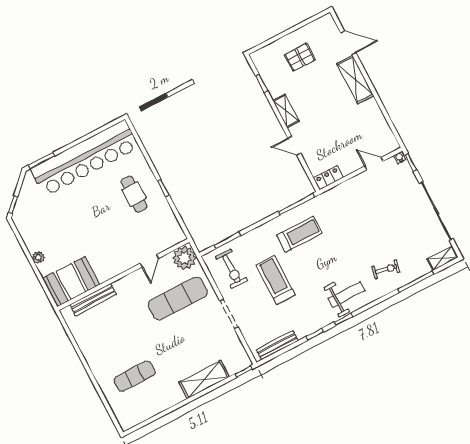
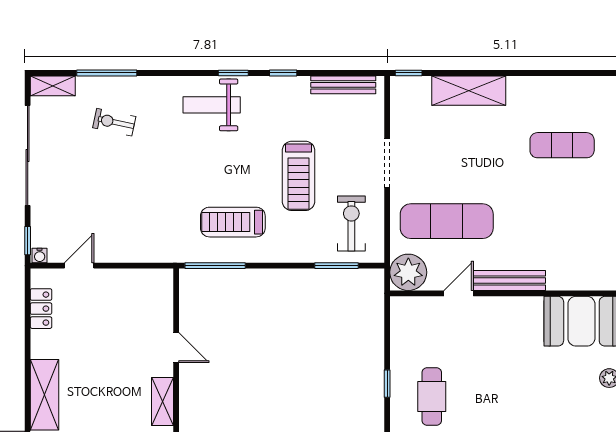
door: (374, 164) -> (79, 266), swing flipped
locker: (328, 178) -> (41, 309), moved, turned -90
exercise bike: (386, 269) -> (114, 122), moved
bench: (93, 300) -> (509, 281), moved

